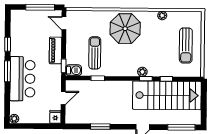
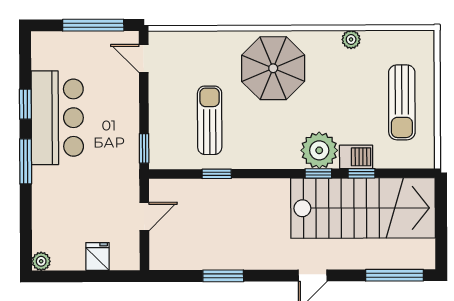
piano: (55, 50) -> (127, 116), removed
barbecue: (74, 70) -> (356, 157), moved
plant: (142, 72) -> (319, 150), width x1.88, depth x1.88
bar counter: (22, 79) -> (57, 118), moved
fridge: (55, 117) -> (98, 256), moved

